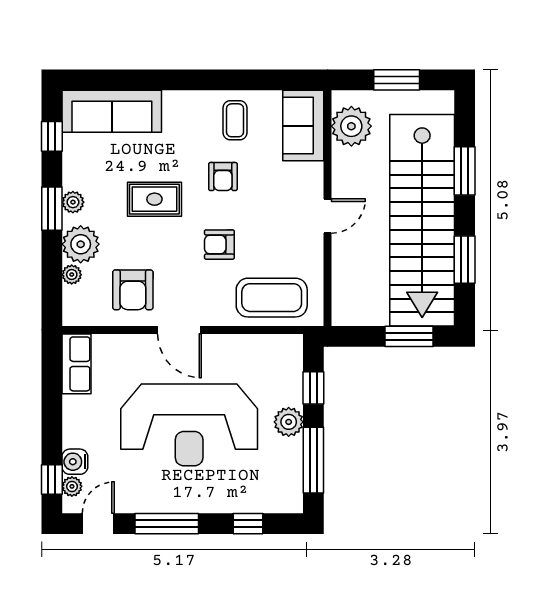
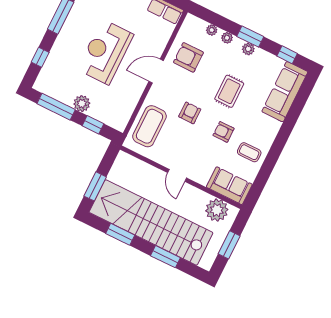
plant: (81, 244) -> (227, 38), width x0.53, depth x0.53
reception desk: (189, 425) -> (105, 52), width x0.74, depth x0.77

